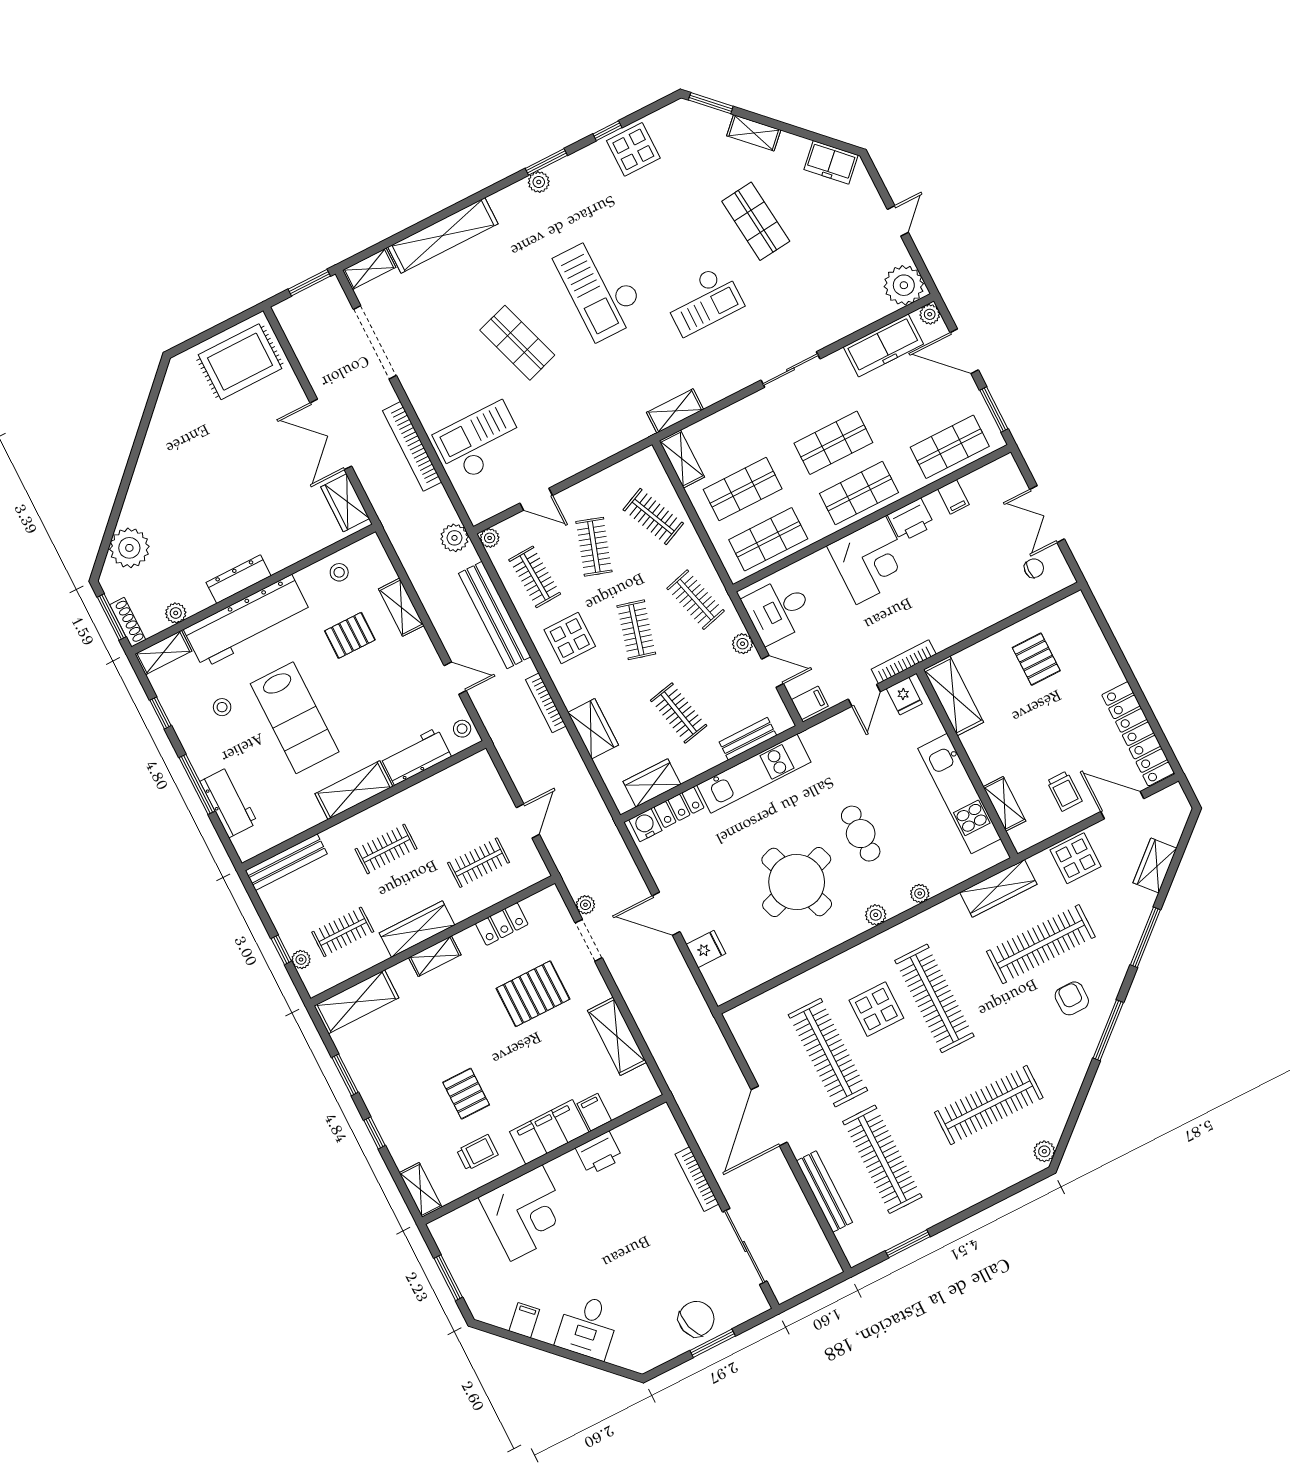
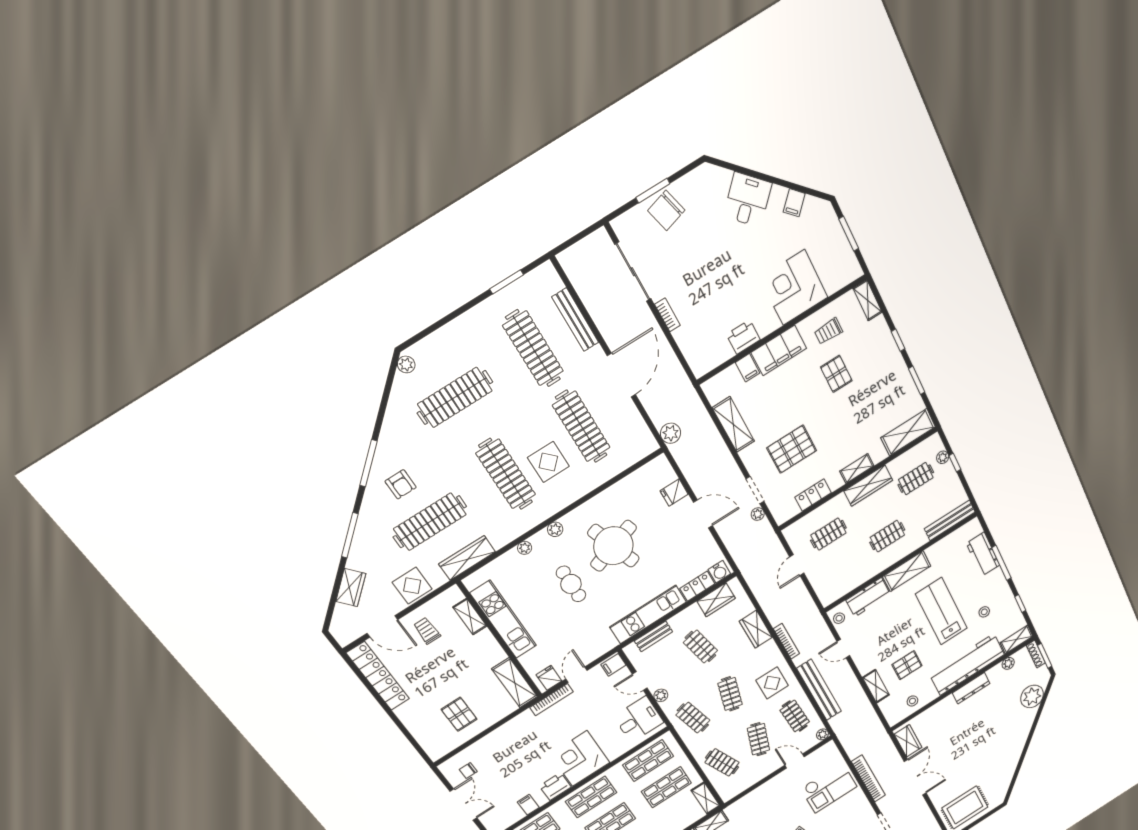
plant: (454, 538) -> (671, 433), moved
bookcase: (697, 1179) -> (667, 315), width x0.64

